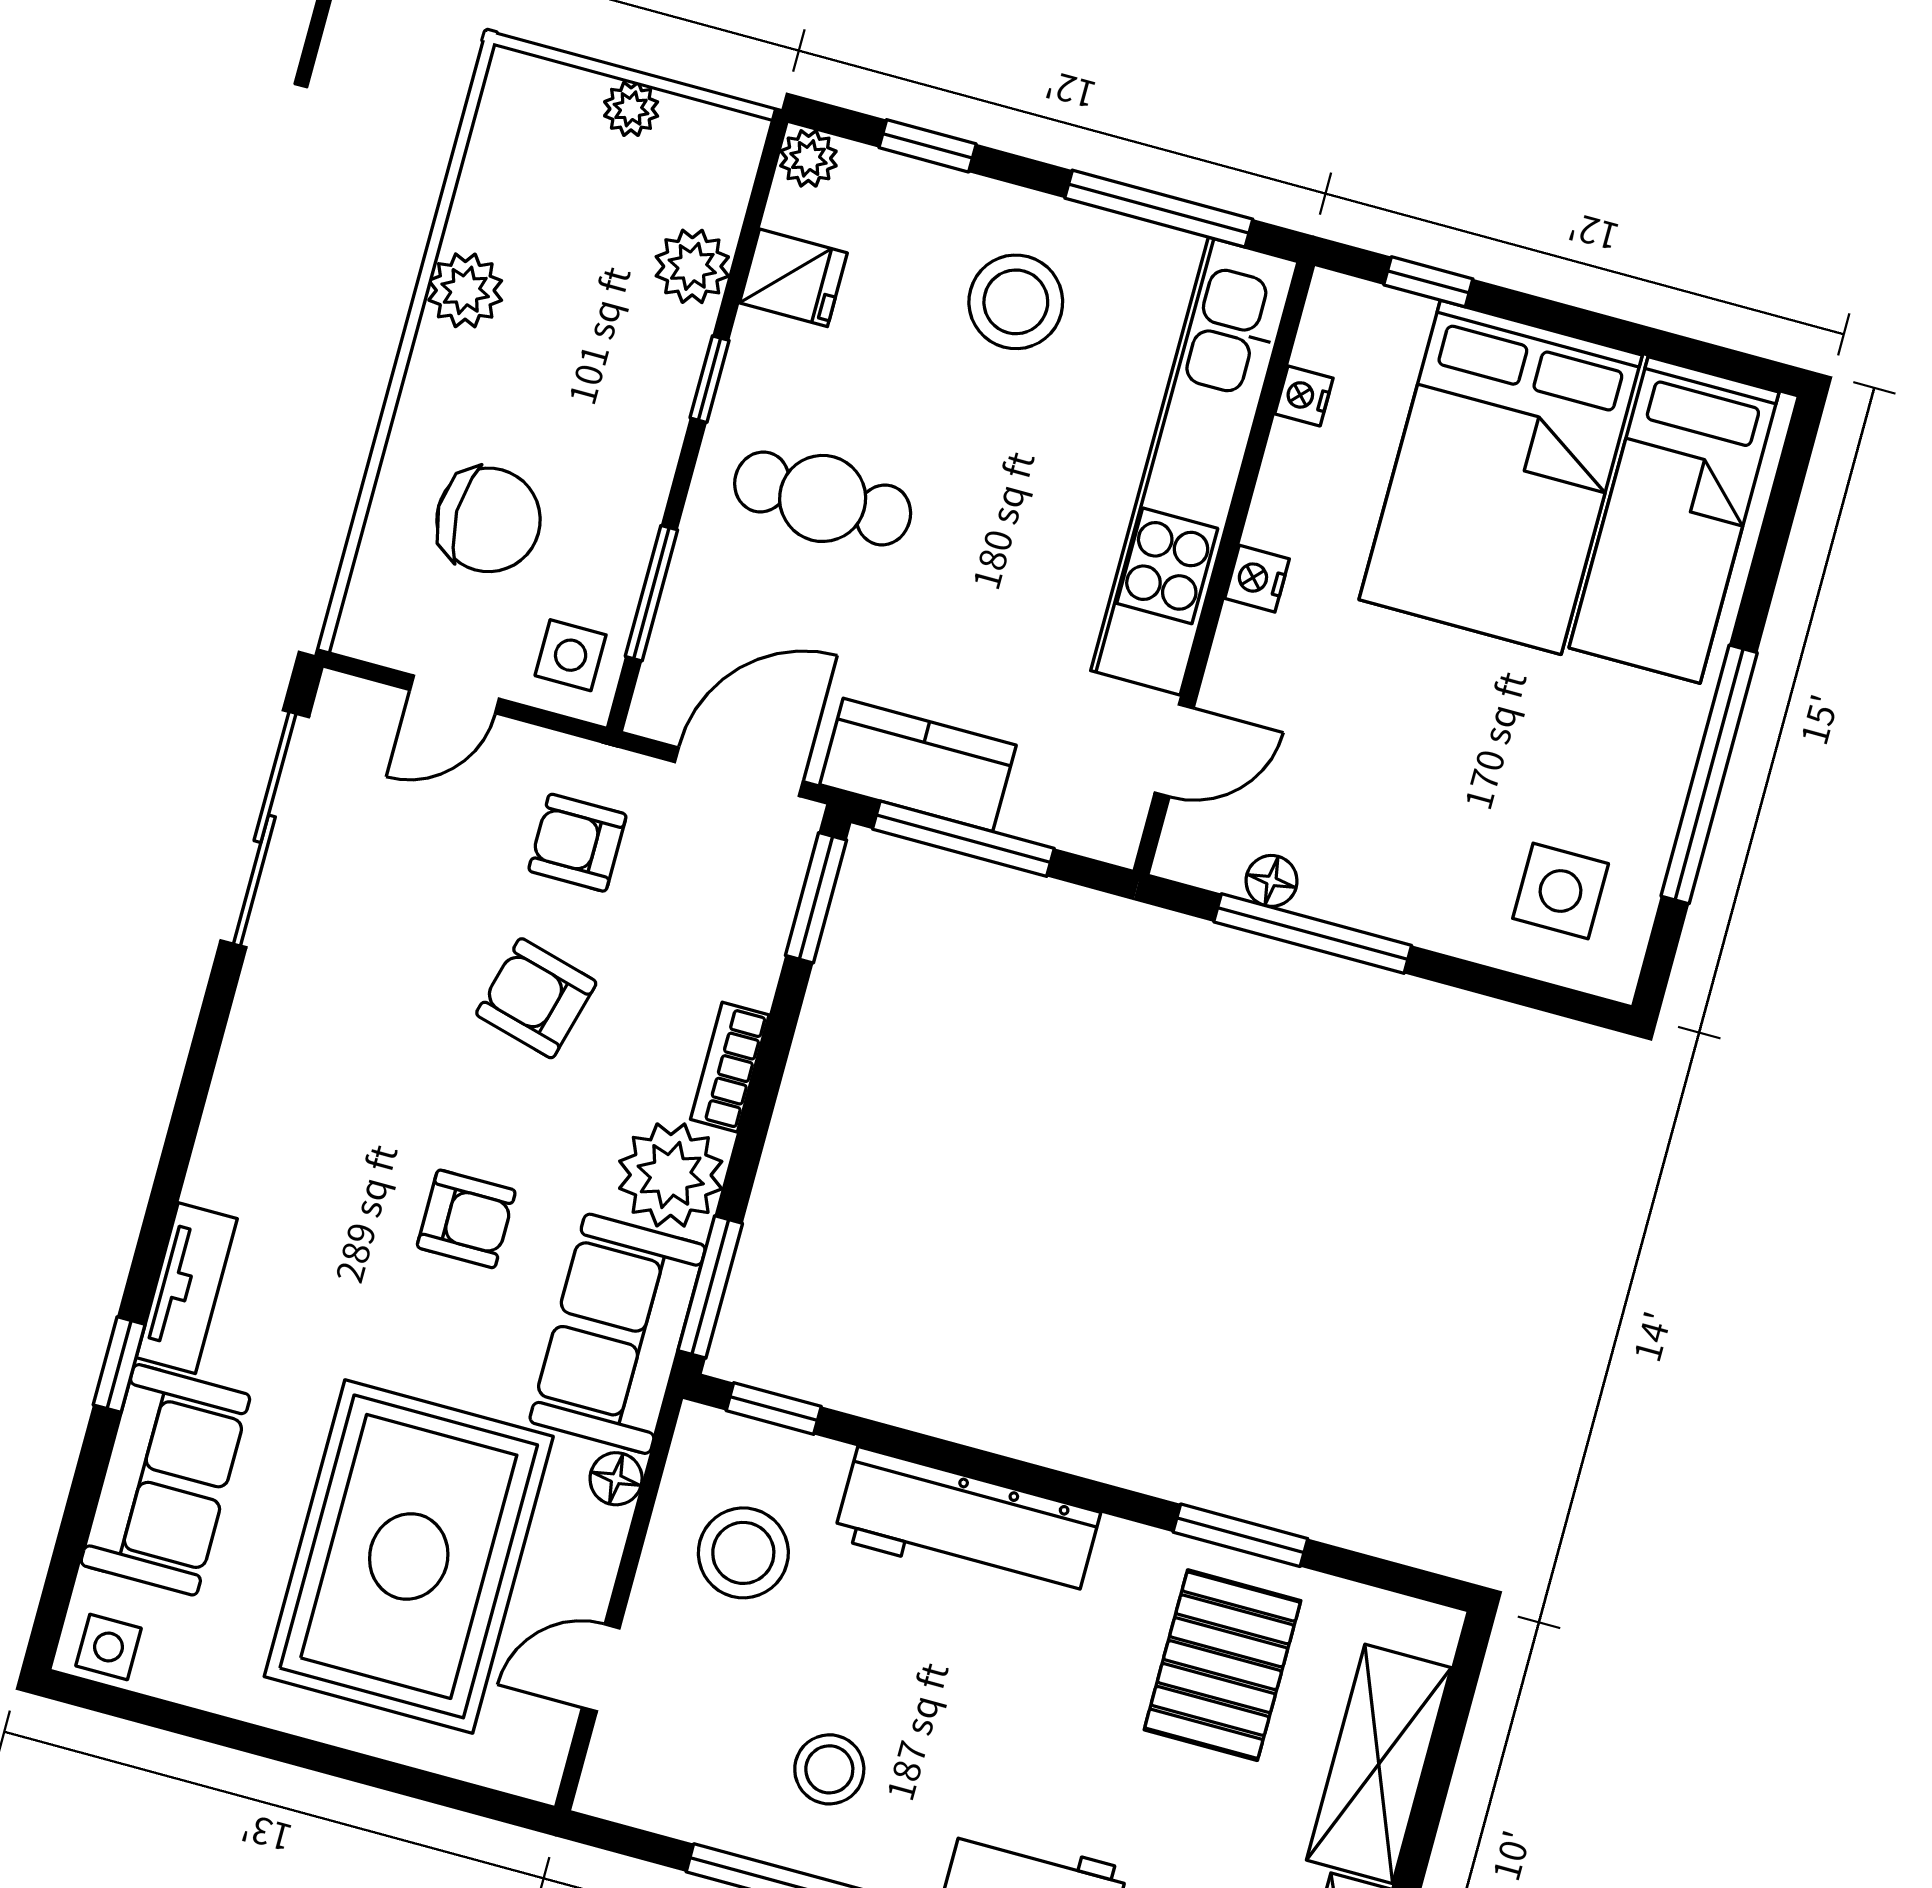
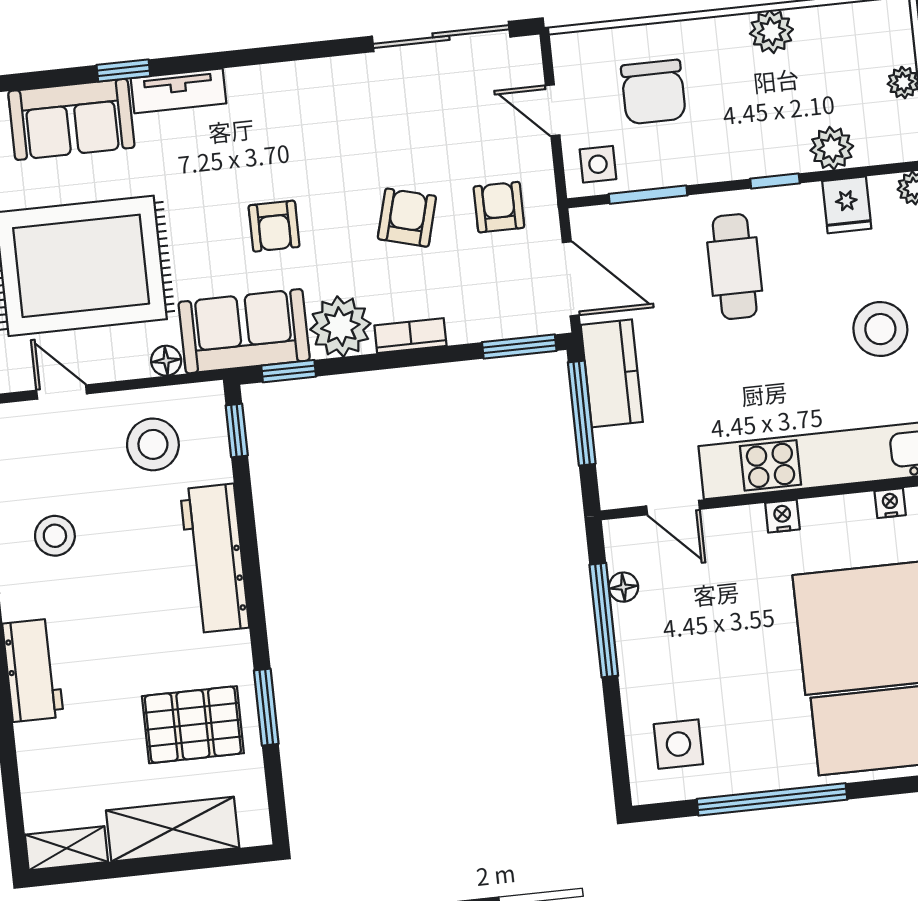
window: (710, 1287) -> (289, 371), width x0.67

